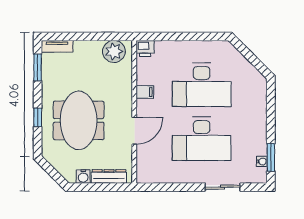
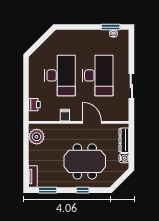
printer: (145, 48) -> (34, 105), moved
sliding door: (223, 187) -> (131, 86), moved

